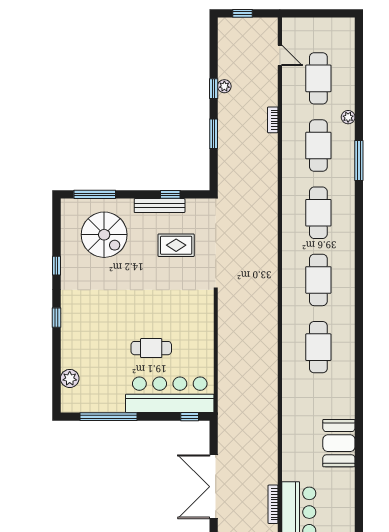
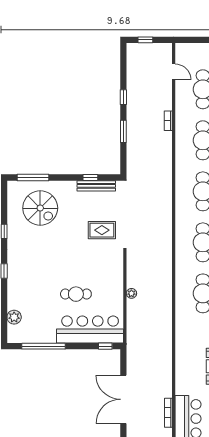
plant: (224, 86) -> (131, 293), moved
bench: (160, 206) -> (96, 186), moved
rug: (176, 245) -> (102, 230), moved

